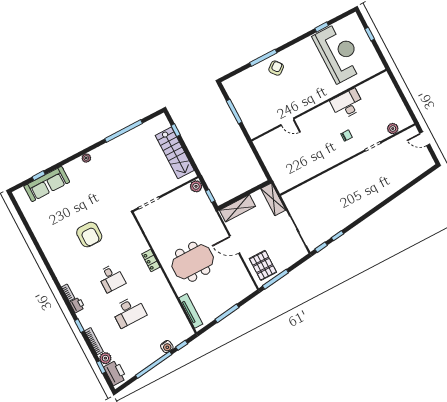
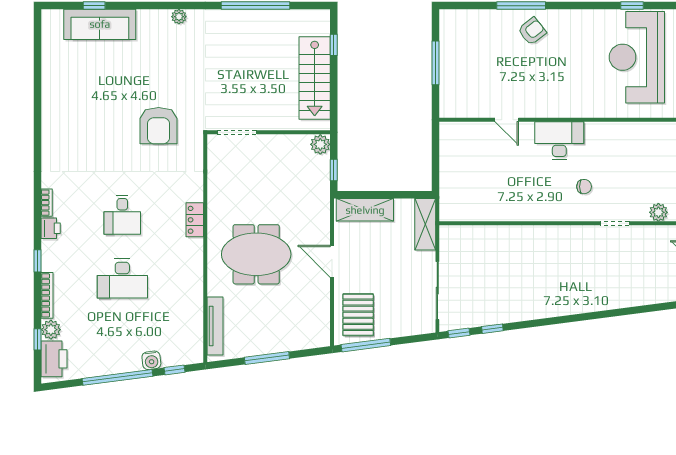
reception desk: (339, 53) -> (637, 57), turned 180
desk: (347, 104) -> (559, 141), moved
armchair: (89, 235) -> (159, 126), moved

